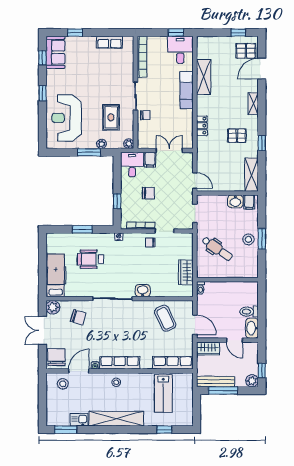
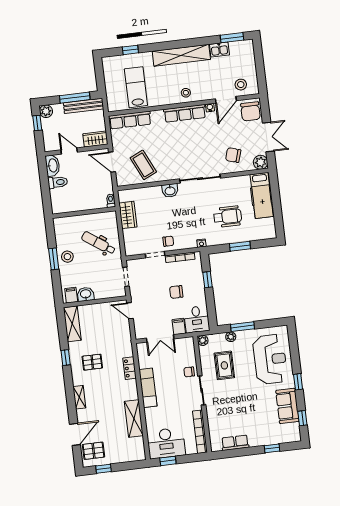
desk: (180, 50) -> (166, 443), width x1.37
sofa: (55, 52) -> (287, 406), moved
exam couch: (187, 90) -> (148, 388), moved

